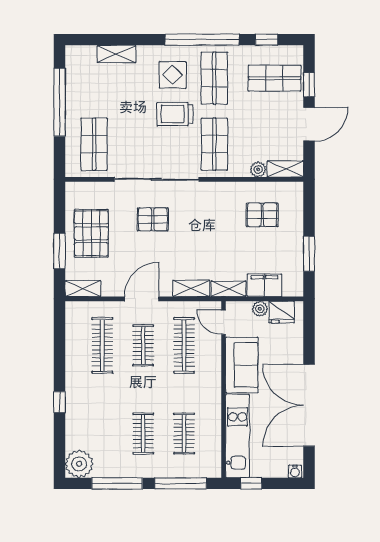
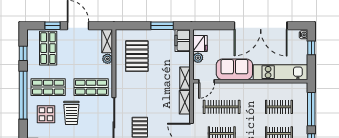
pallet: (262, 215) -> (137, 56), width x1.50, depth x1.42
filing cabinet: (264, 285) -> (183, 40), moved
window: (251, 483) -> (311, 48), moved

